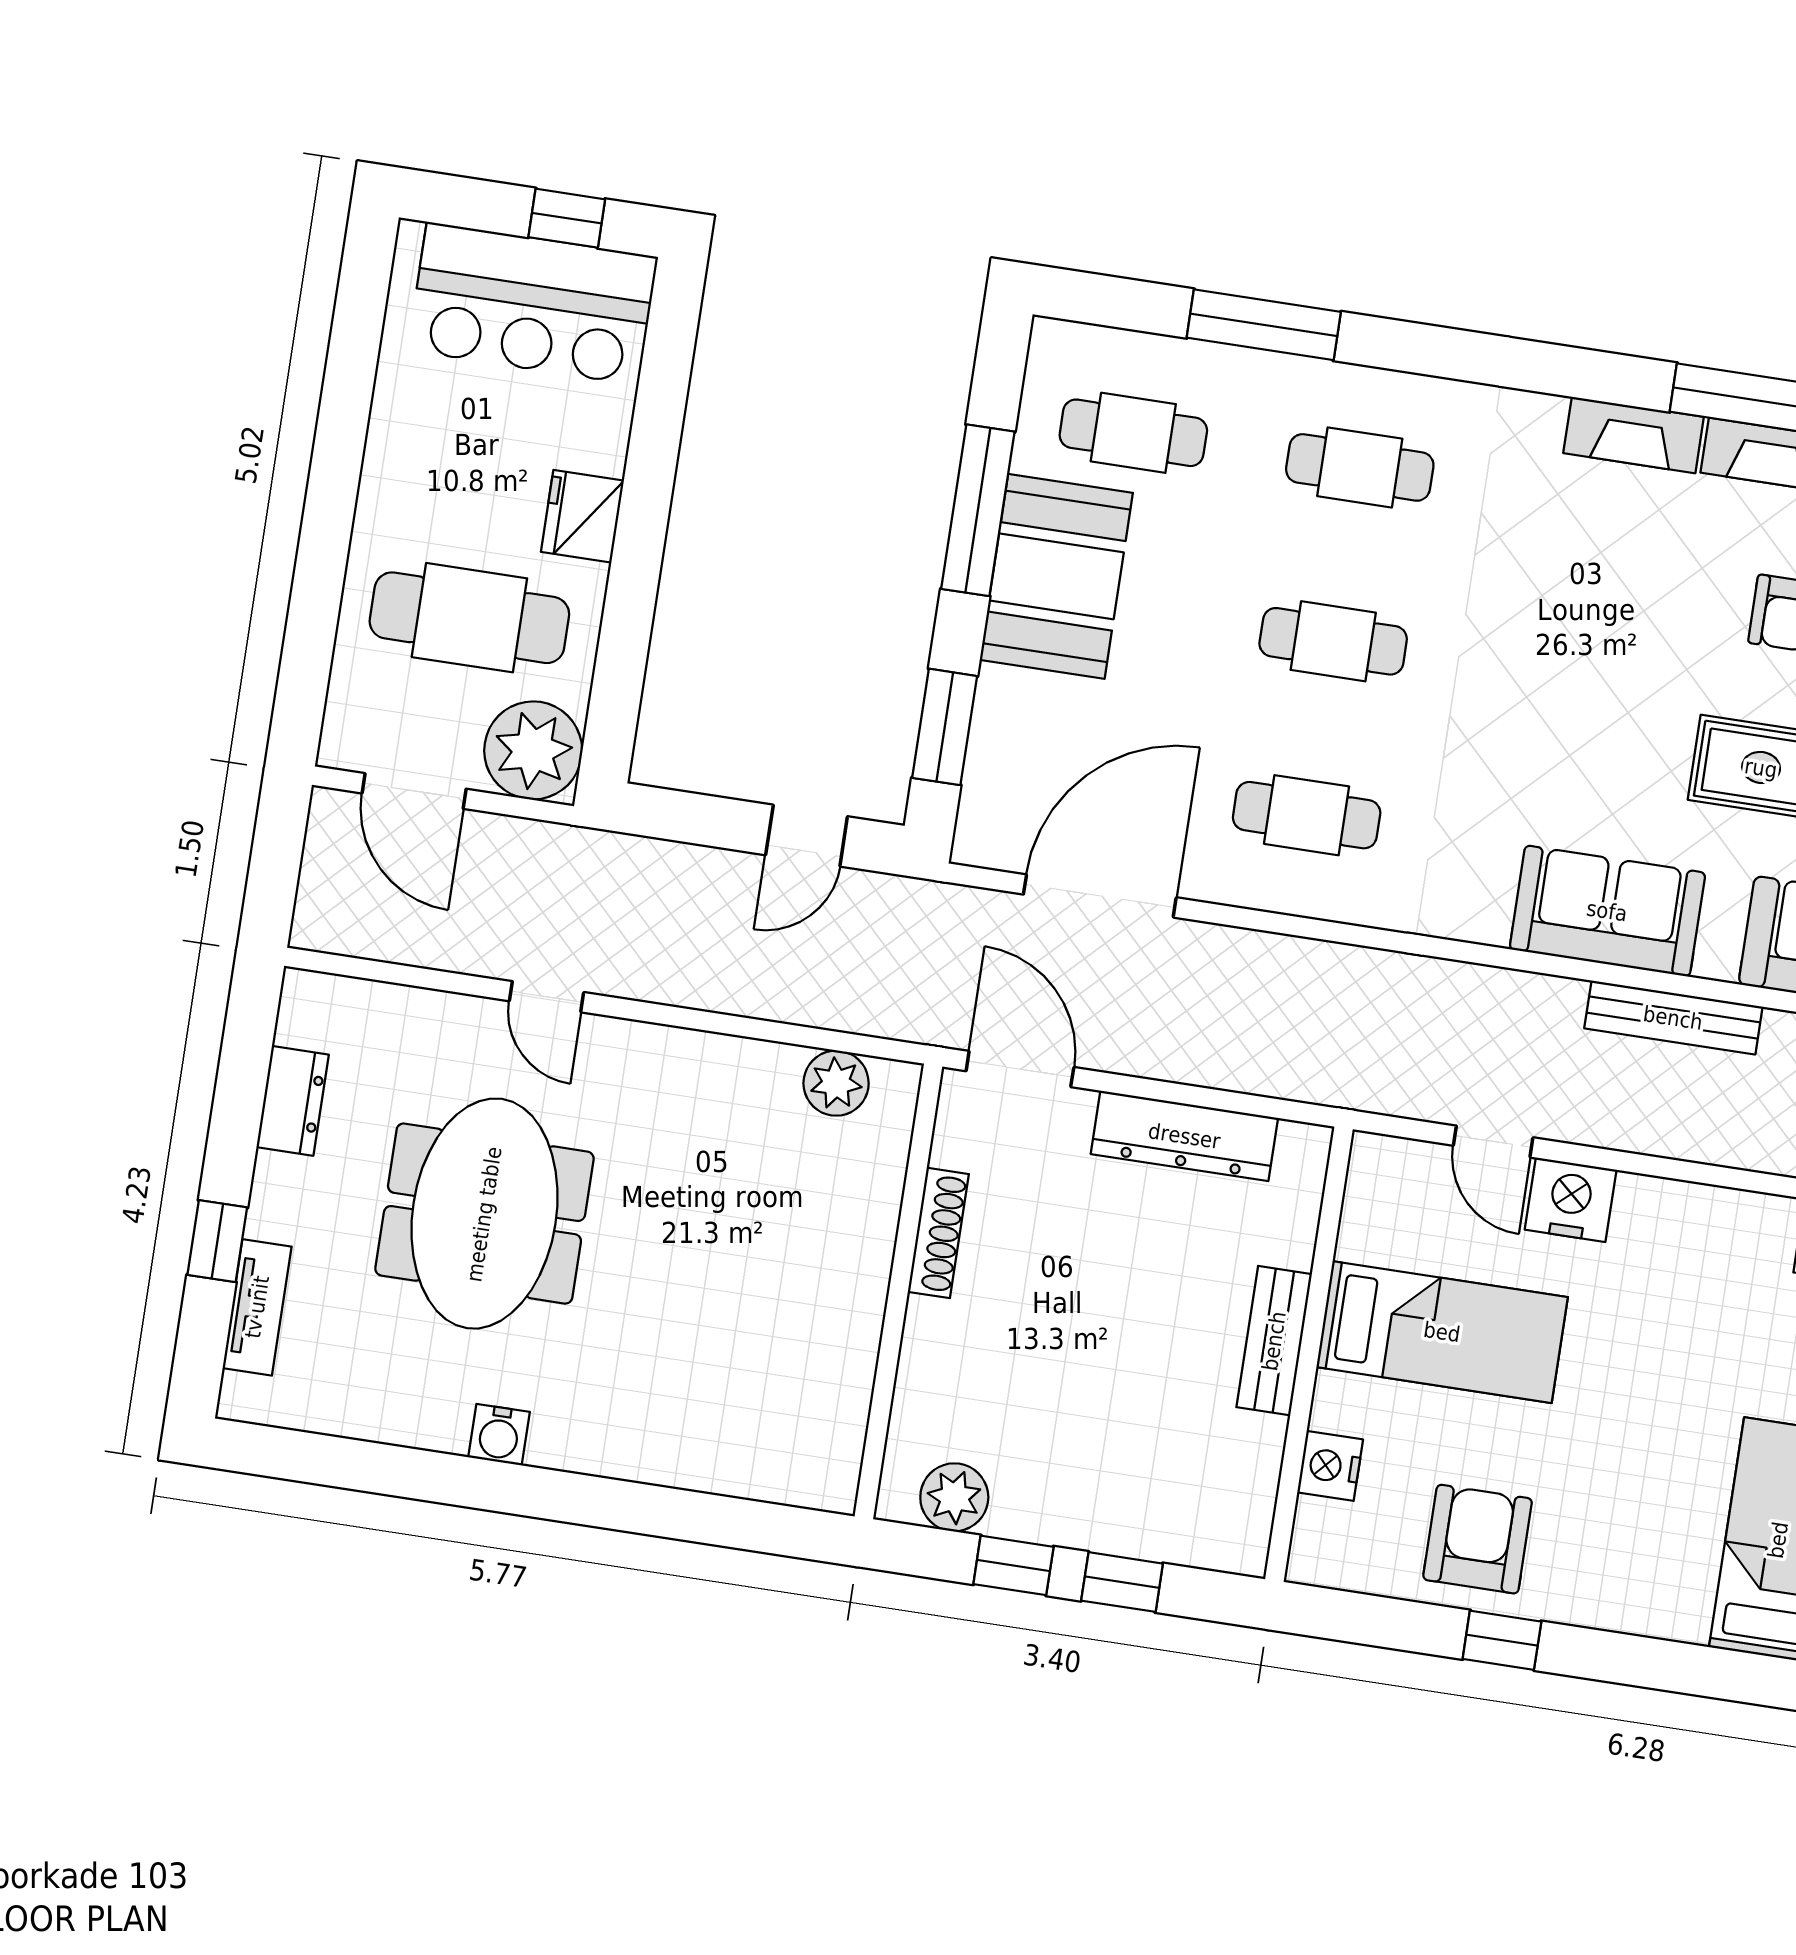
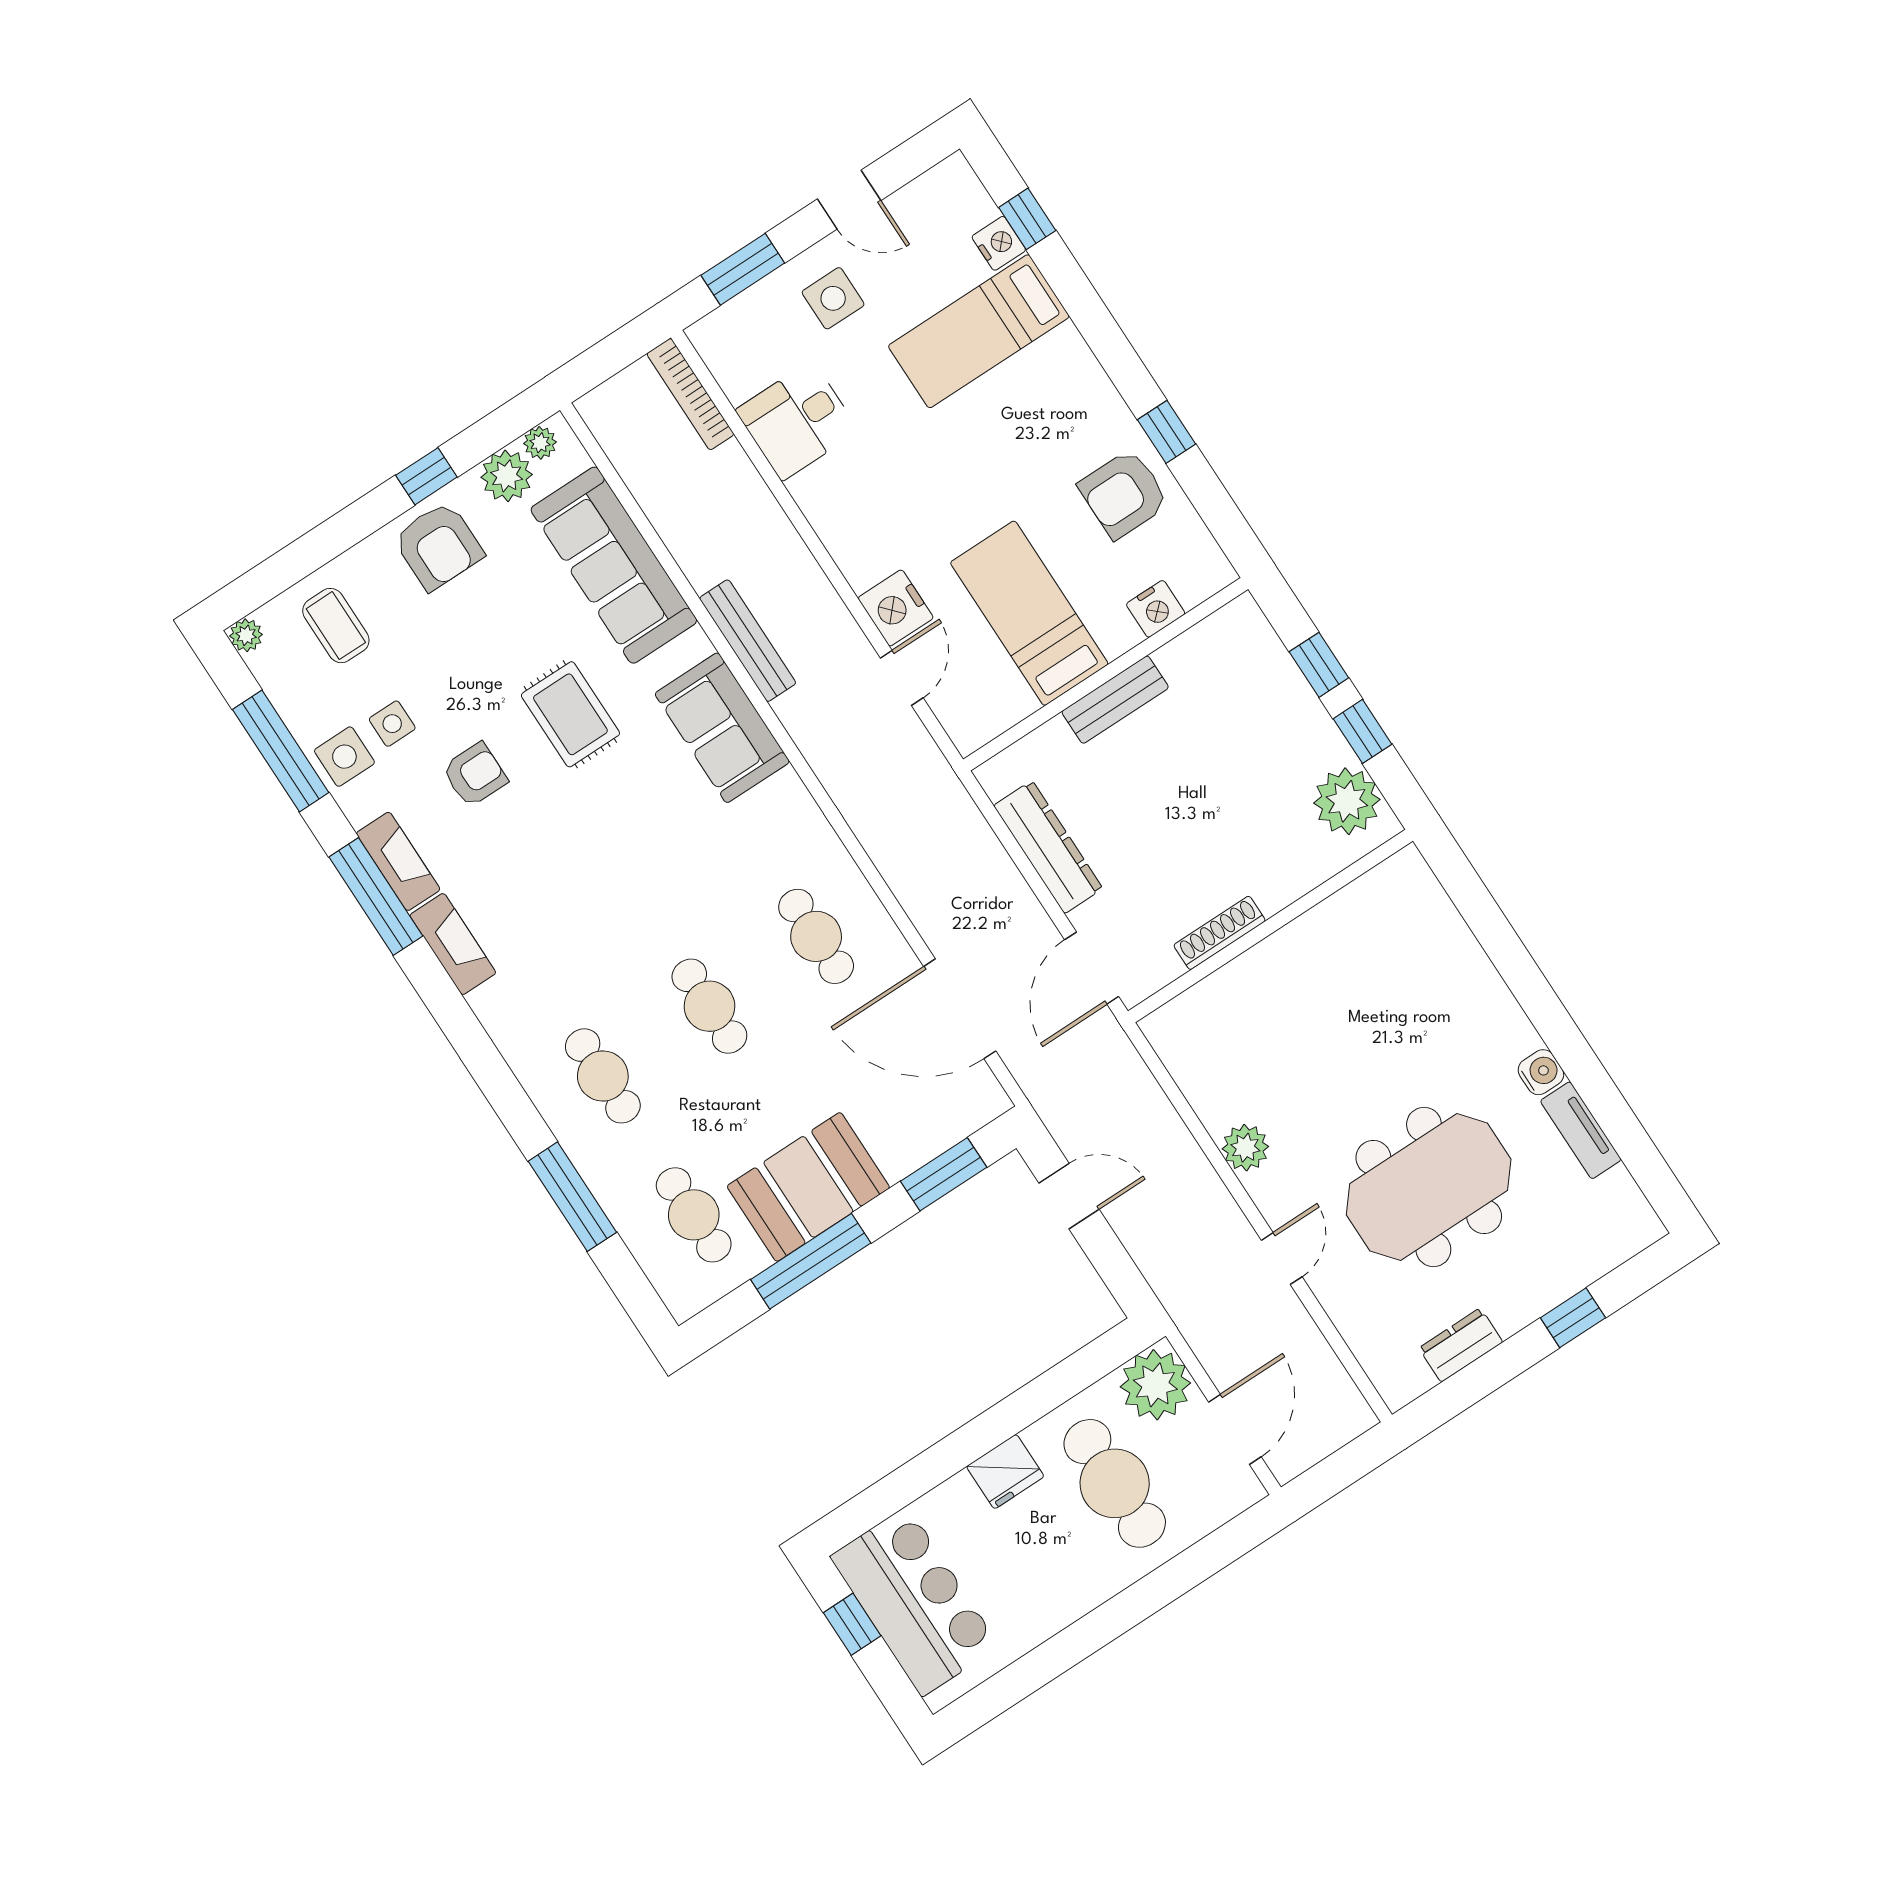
plant: (836, 1083) -> (1245, 1148), moved
tv unit: (257, 1307) -> (1581, 1130), moved, turned -90
plant: (954, 1497) -> (1347, 801), width x1.36, depth x1.36

